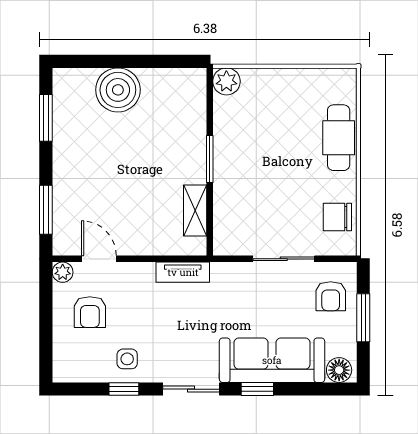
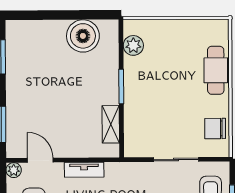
plant: (226, 81) -> (133, 45), moved
boiler: (118, 90) -> (83, 36), moved
tv unit: (183, 272) -> (84, 170), moved

